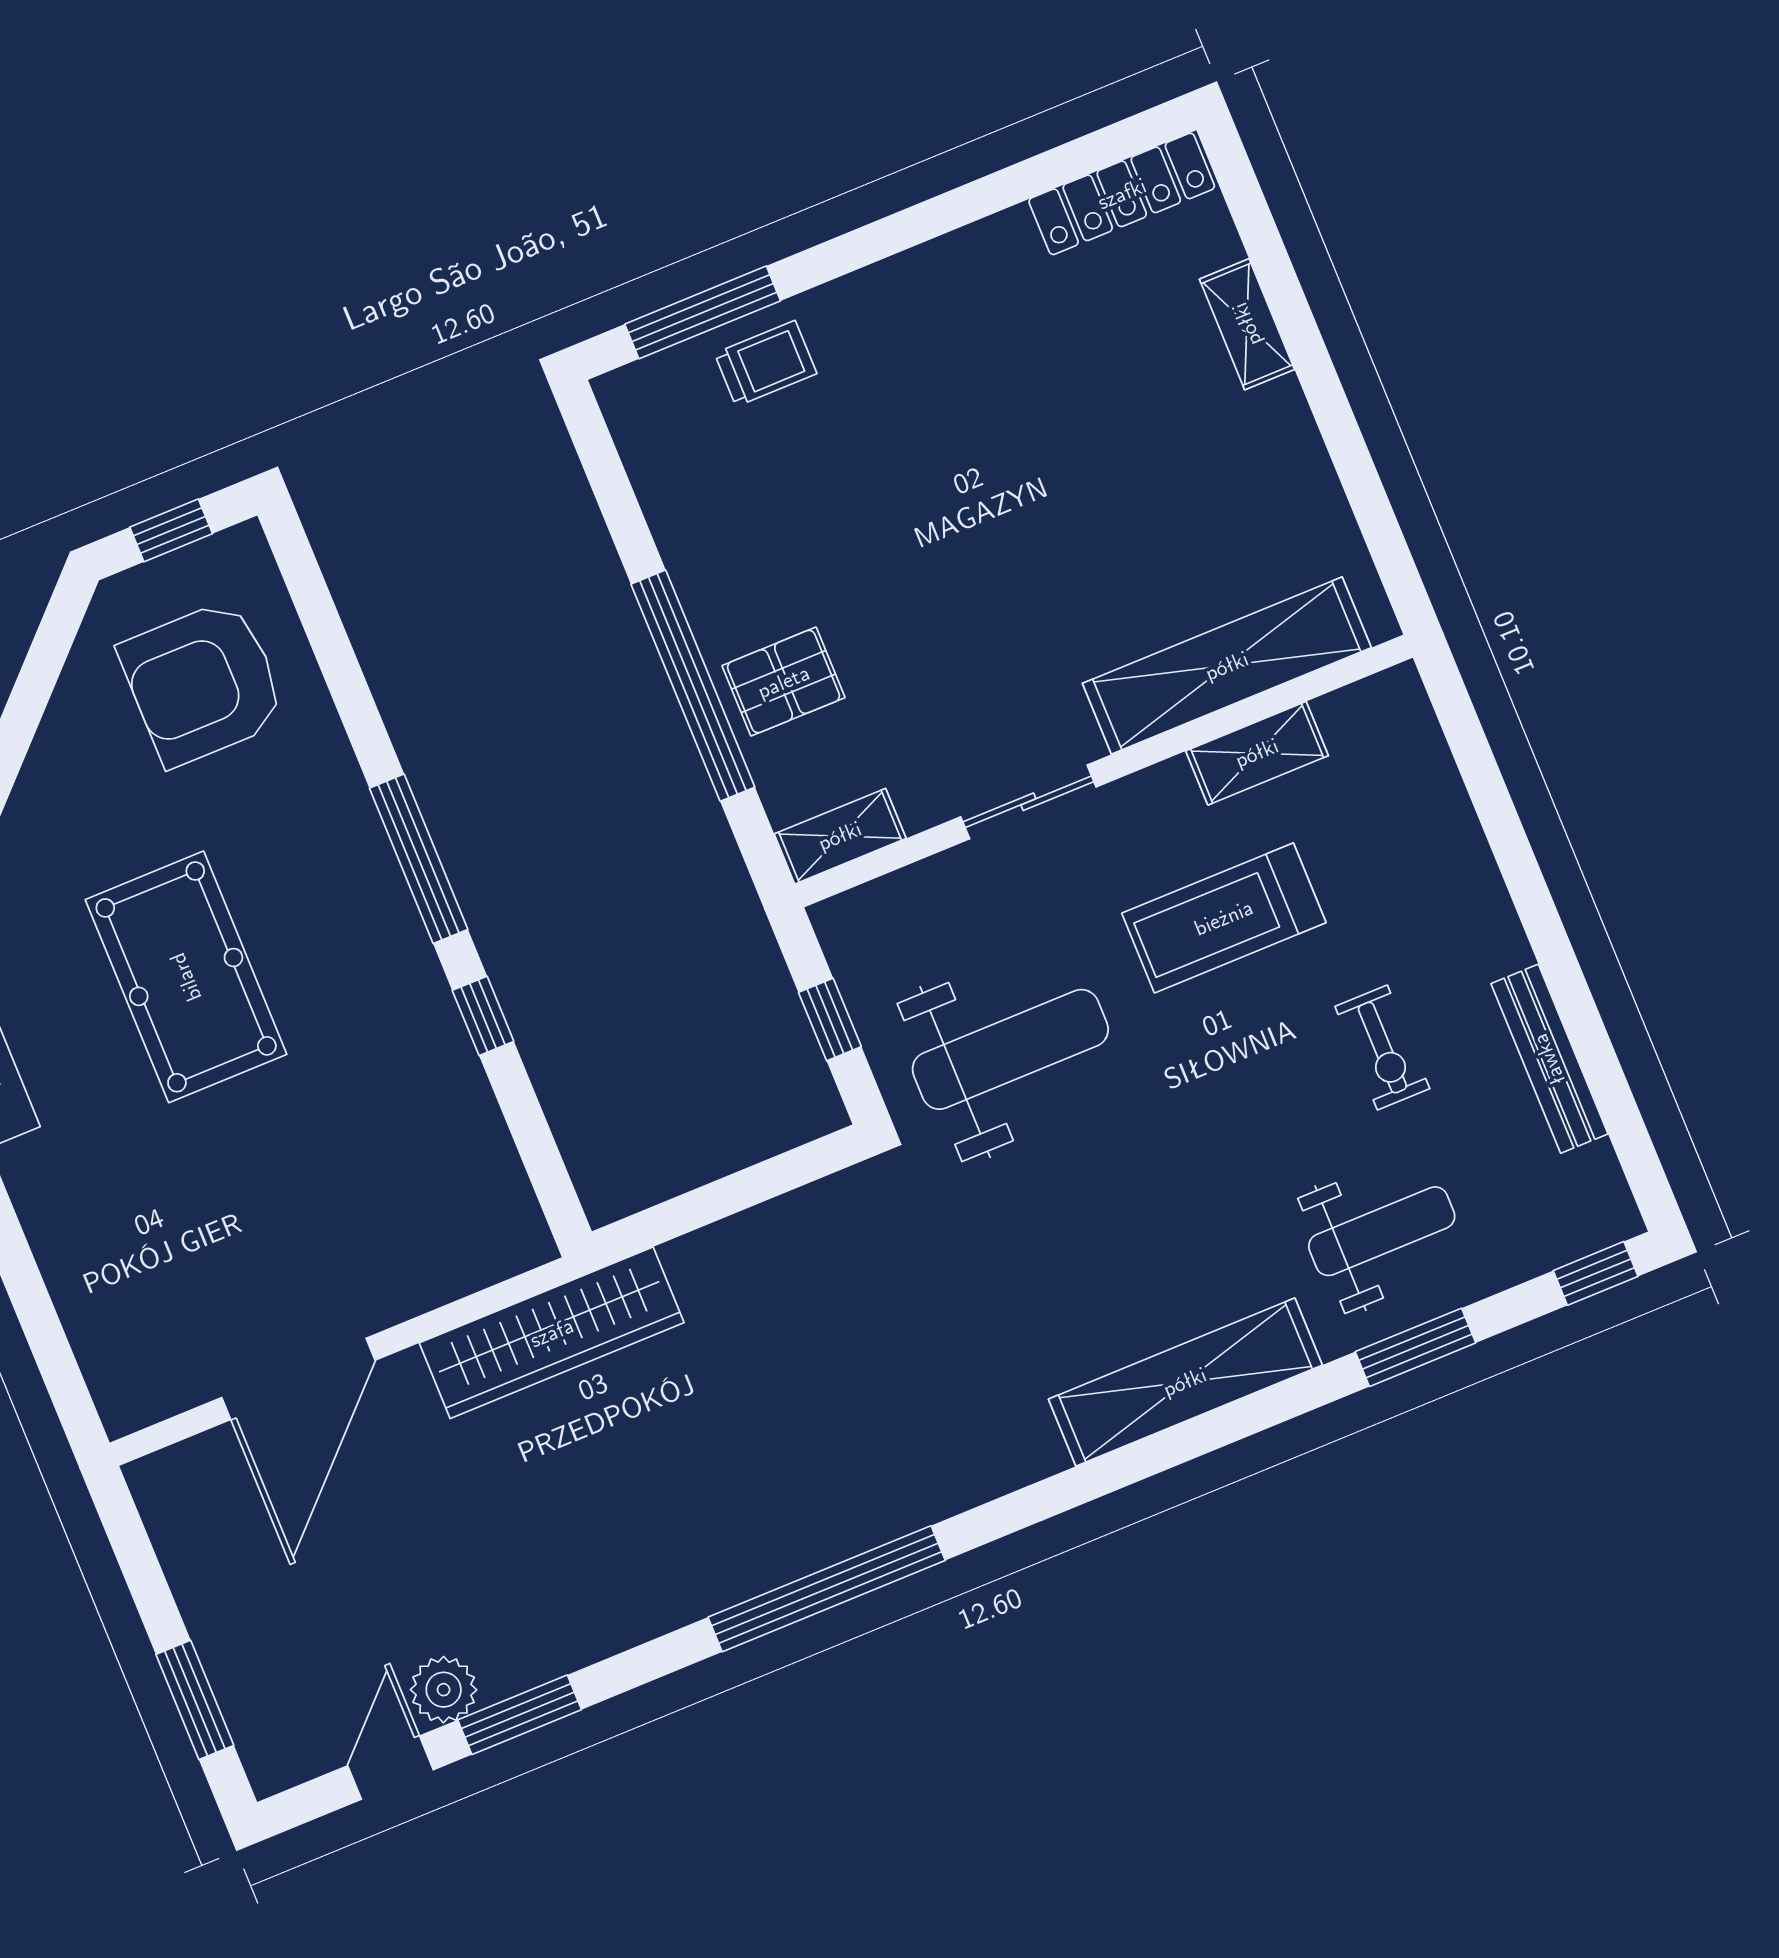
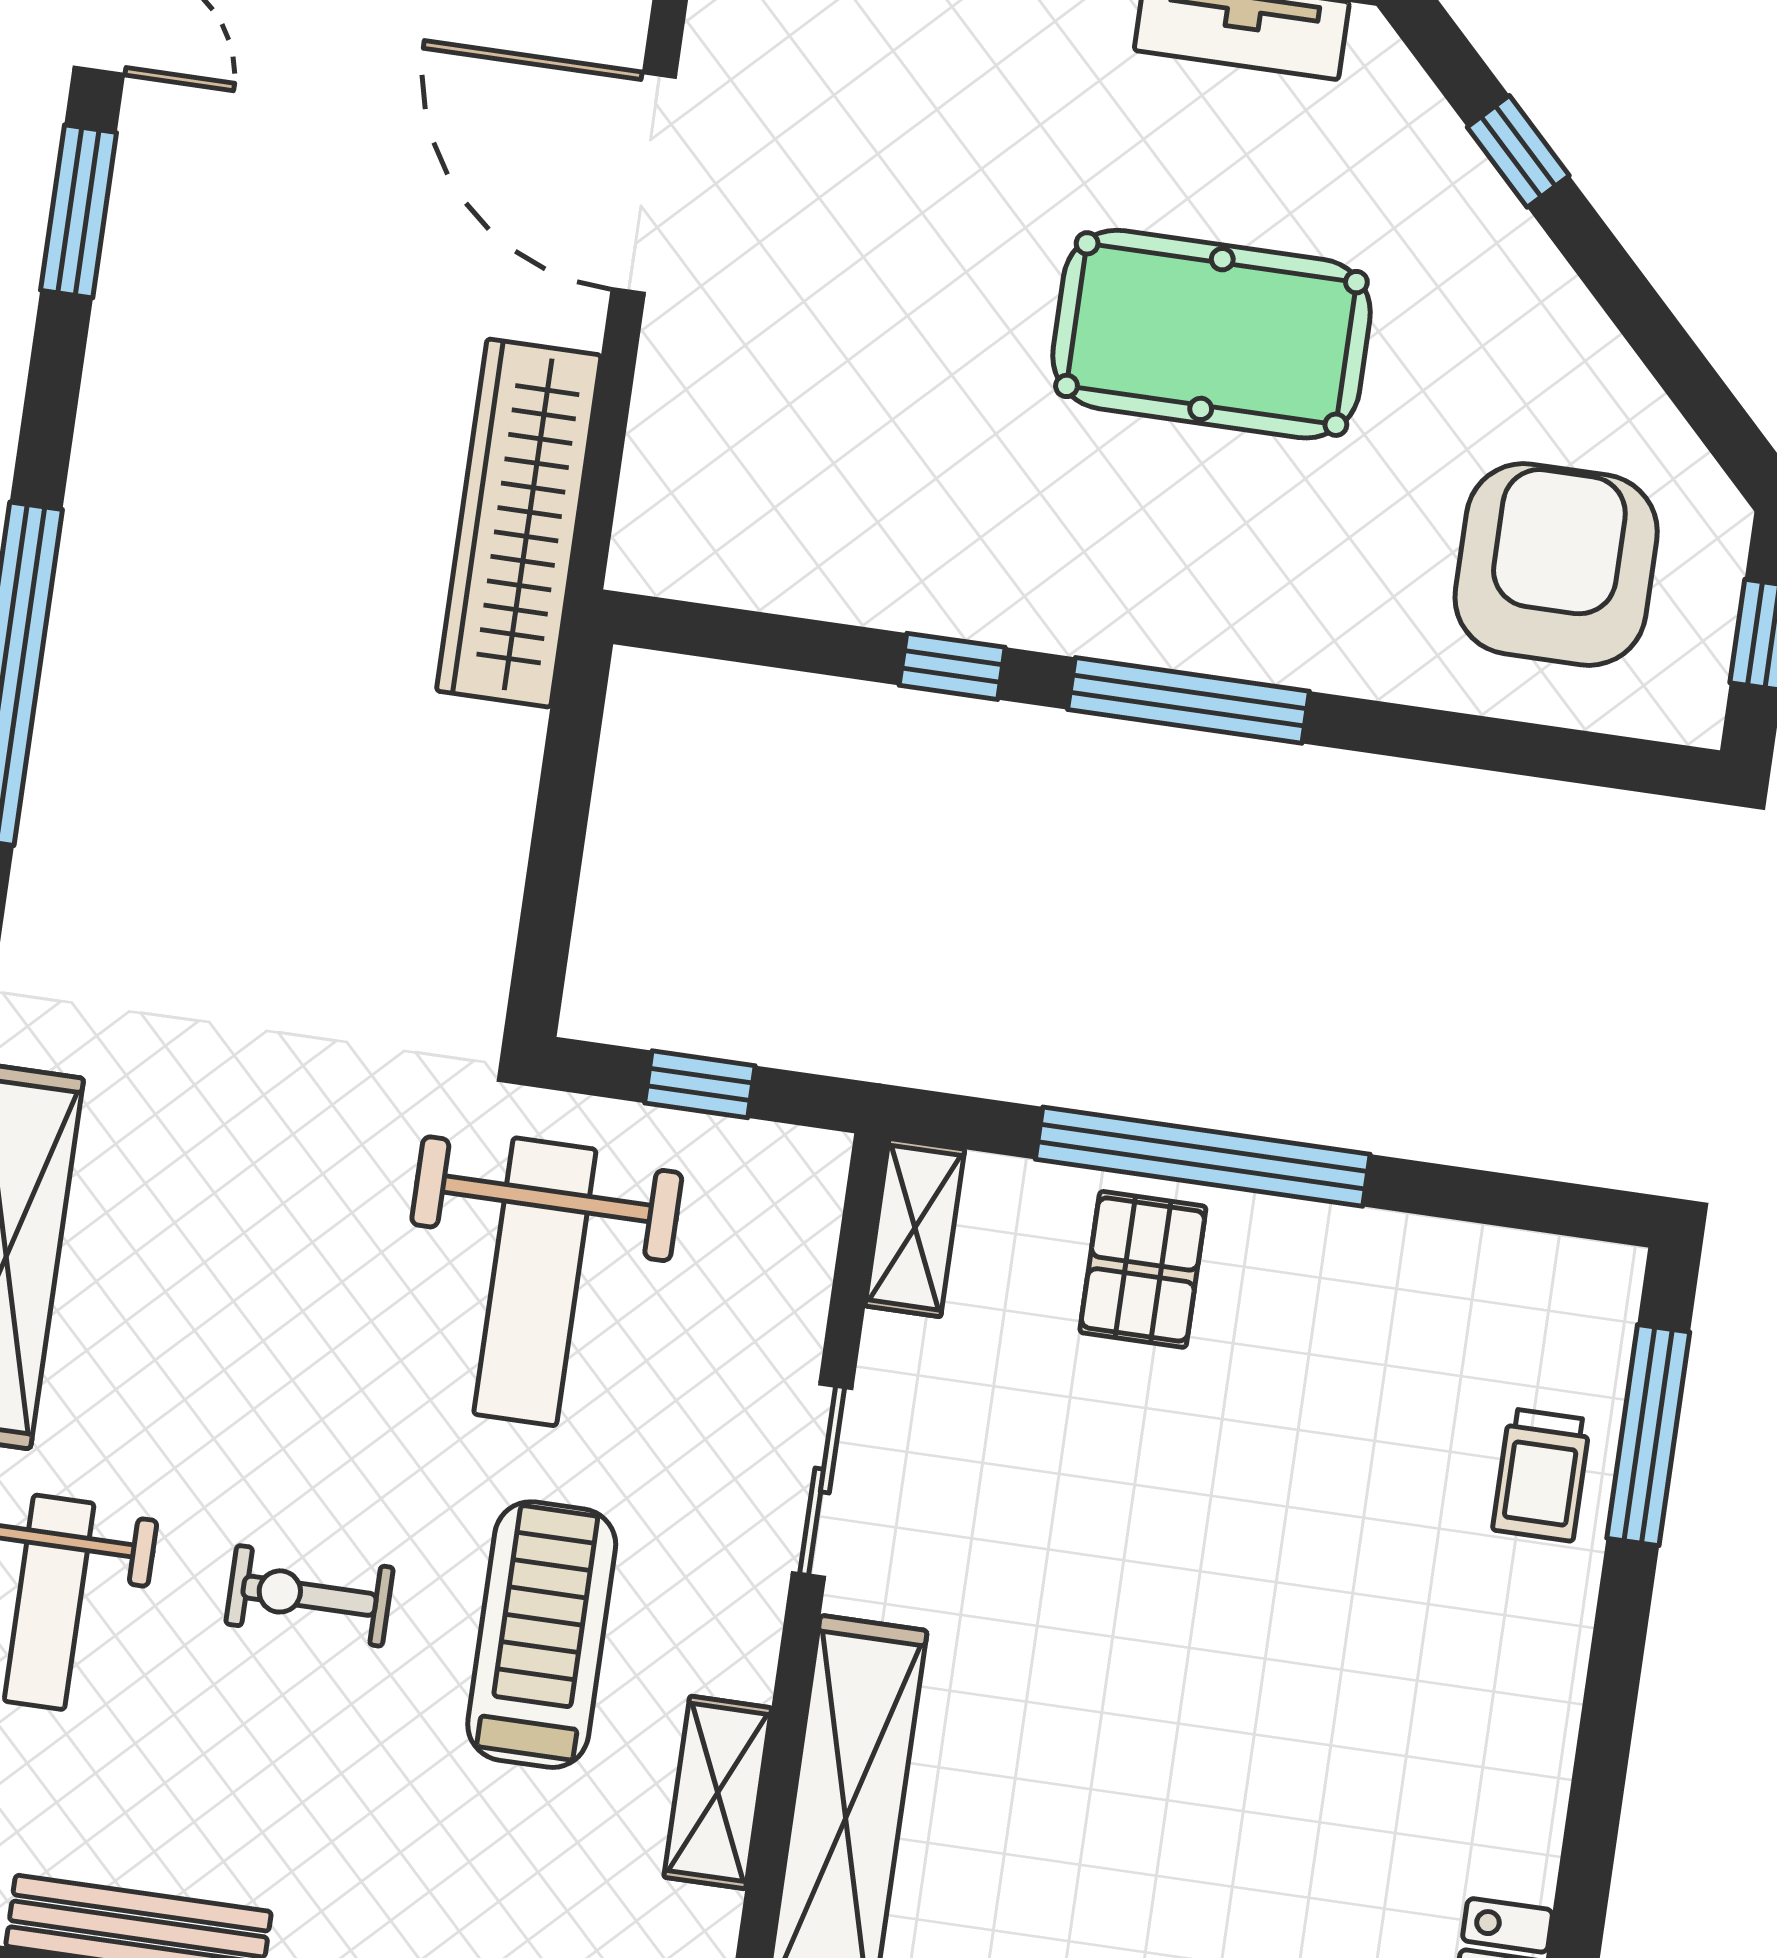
exercise bike: (1382, 1048) -> (310, 1596), moved
plant: (444, 1690) -> (163, 137), removed

